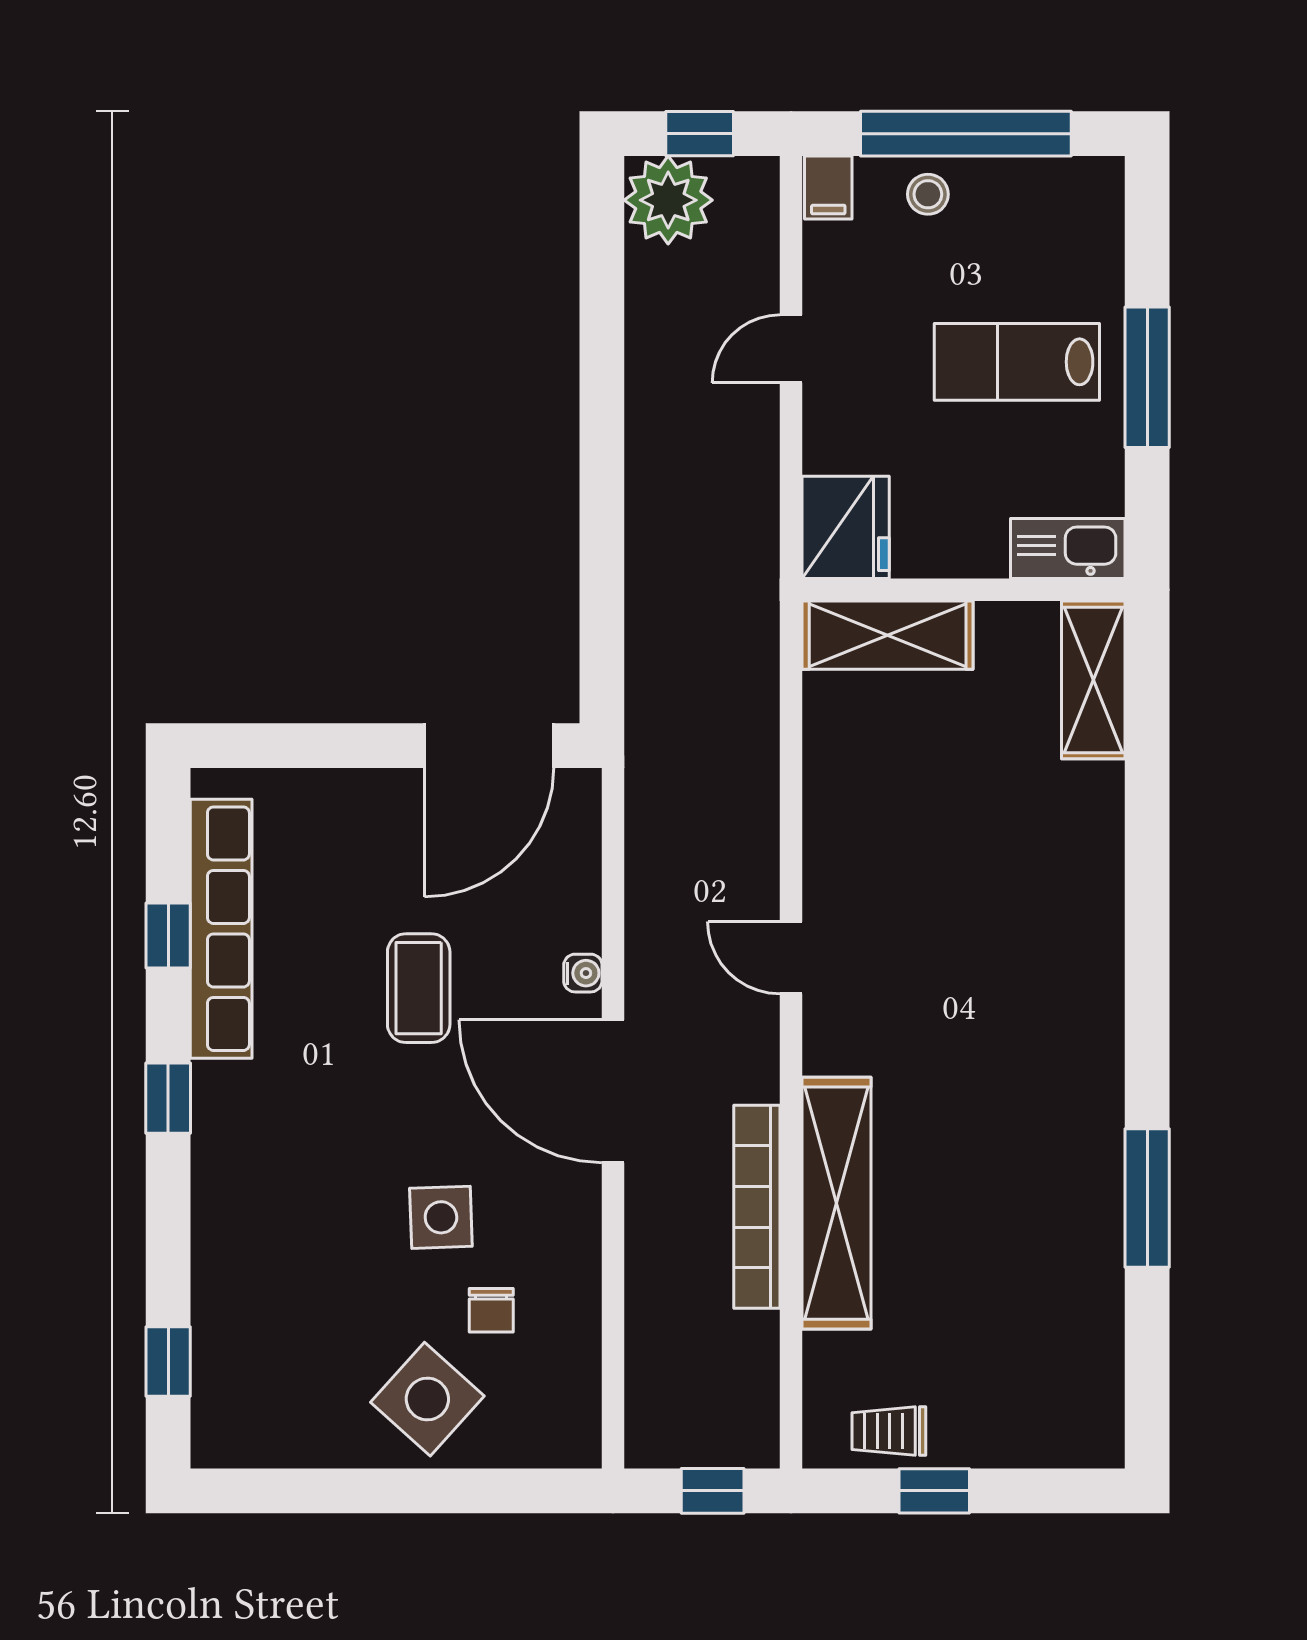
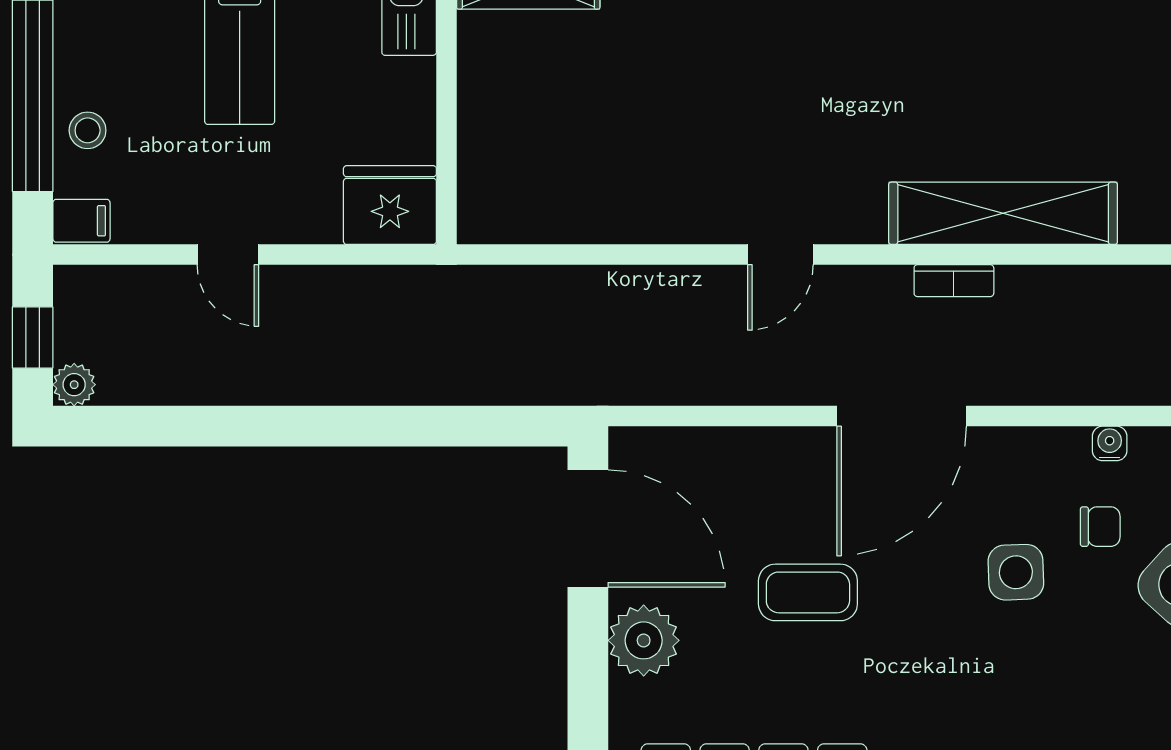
plant: (668, 200) -> (74, 385), width x0.53, depth x0.53
shelving: (888, 635) -> (488, 167), removed
plant: (366, 807) -> (644, 640), added
water cooler: (583, 973) -> (1110, 443), moved
bookcase: (757, 1207) -> (954, 281), width x0.43, depth x0.76

